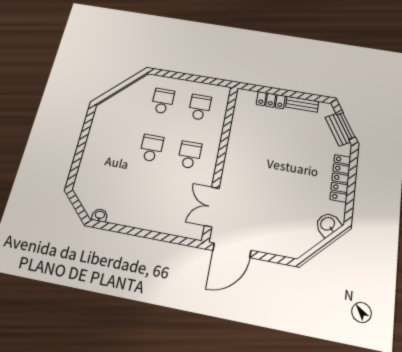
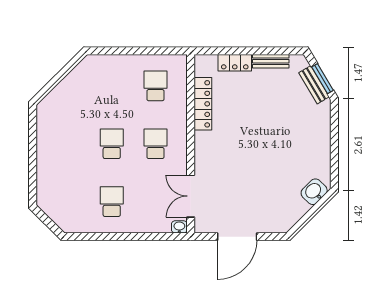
school desk: (163, 101) -> (112, 202), moved
locker: (340, 178) -> (203, 104), moved, turned 180
washbasin: (100, 215) -> (179, 227), moved
door: (232, 250) -> (237, 237), moved

